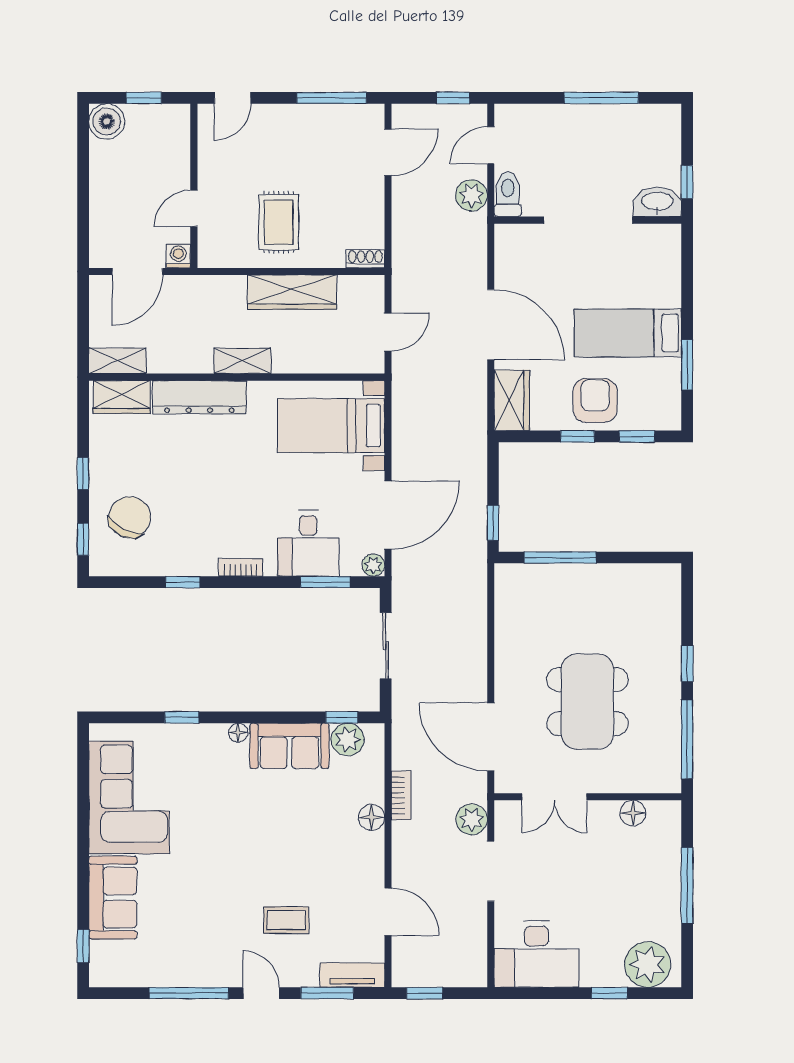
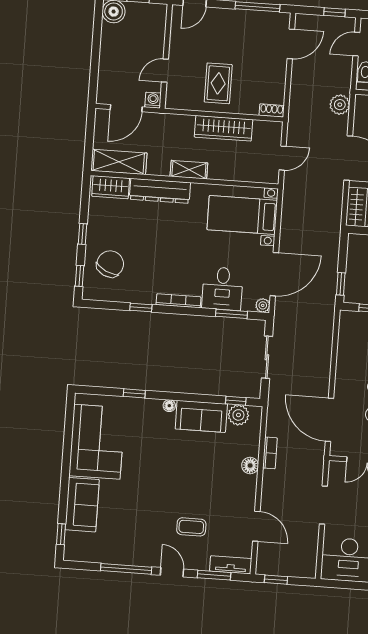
plant: (471, 195) -> (340, 105), moved
shelving: (117, 361) -> (119, 162), width x1.50, depth x1.33
bookcase: (241, 567) -> (178, 301), width x1.56
plant: (472, 819) -> (314, 471), removed

